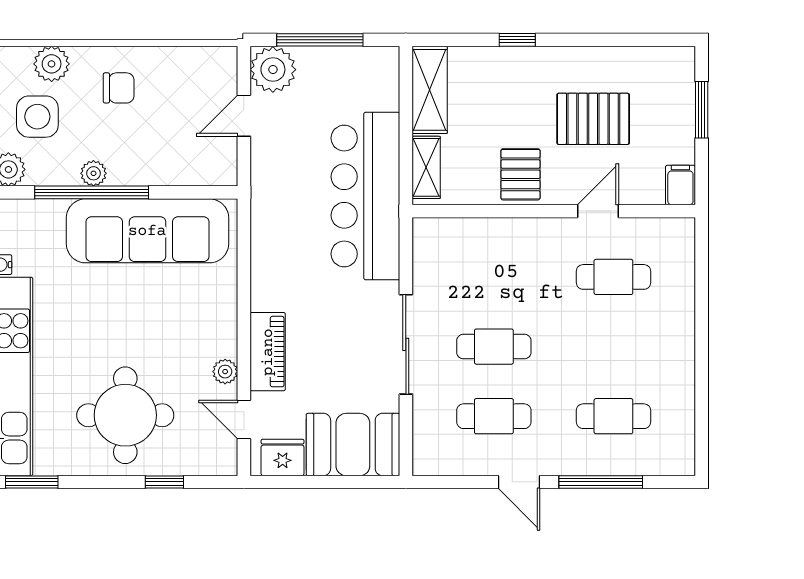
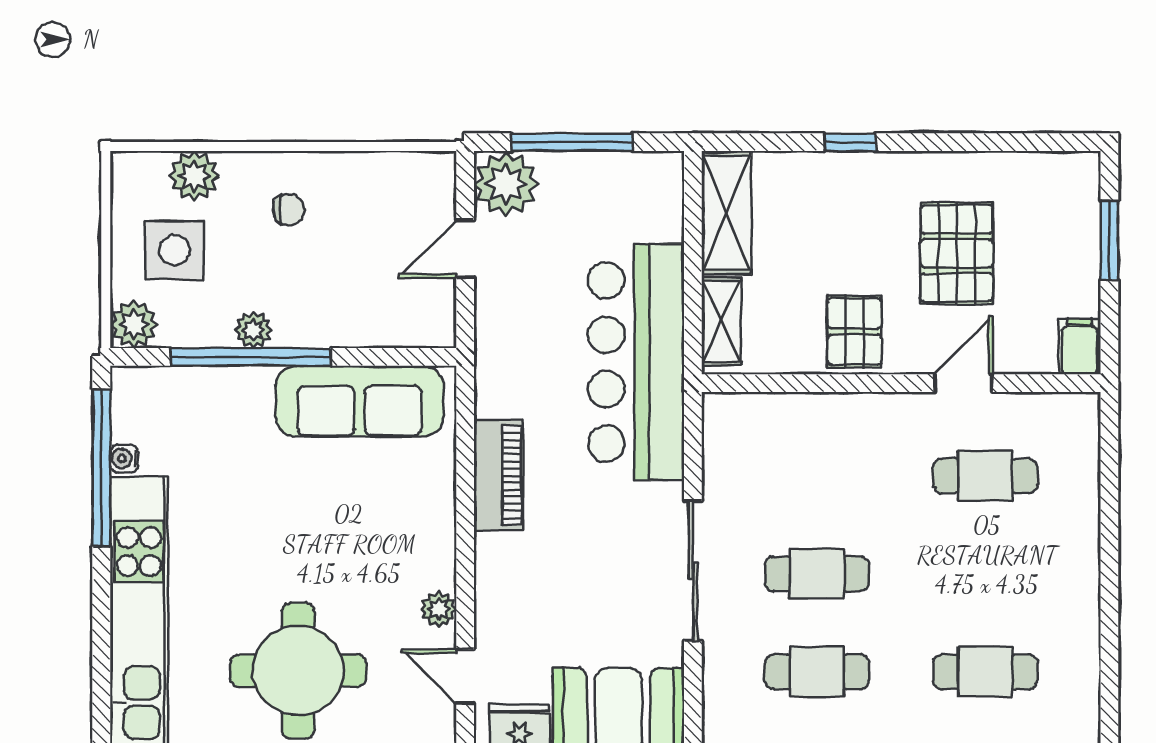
chair: (119, 88) -> (289, 210), width x0.73, depth x0.73
pallet: (593, 119) -> (957, 253), turned 90
sofa: (147, 231) -> (360, 401), width x0.74, depth x0.79
piano: (268, 352) -> (499, 475), moved

